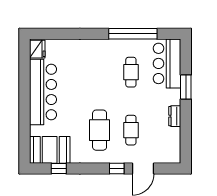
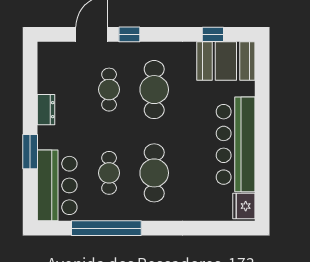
cafe table: (100, 72) -> (154, 173), added

